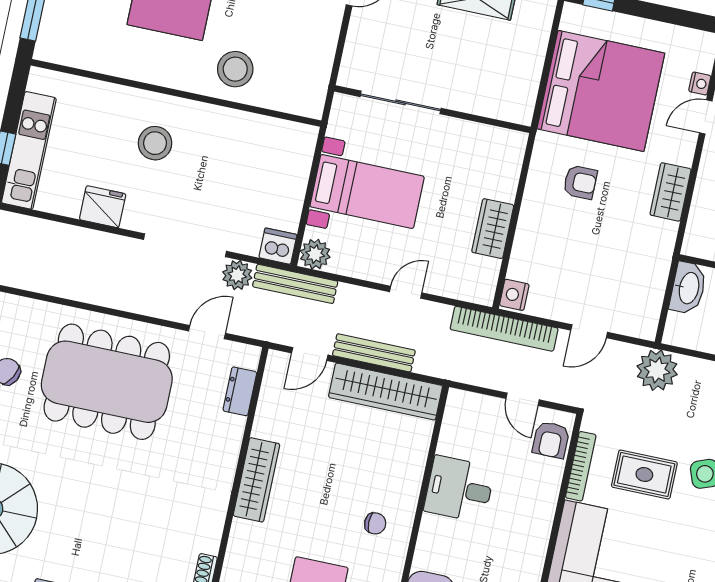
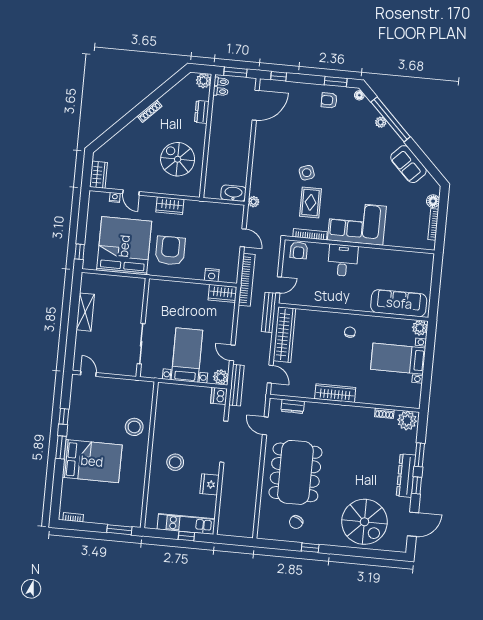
armchair: (580, 182) -> (170, 251), width x1.88, depth x1.88
wardrobe: (493, 229) -> (223, 293), moved
plant: (237, 275) -> (235, 414), removed
washbasin: (688, 288) -> (233, 193), moved
door: (406, 292) -> (232, 353), moved
nightstand: (514, 295) -> (212, 275), moved
bench: (374, 353) -> (269, 312), moved
plant: (657, 370) -> (254, 202), width x0.53, depth x0.53
door: (523, 399) -> (279, 285), moved
armchair: (551, 440) -> (299, 250), turned 90
desk: (459, 489) -> (343, 260), moved, turned 180

